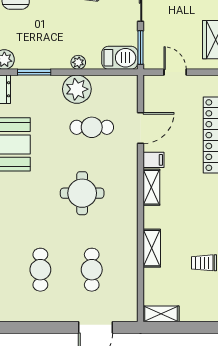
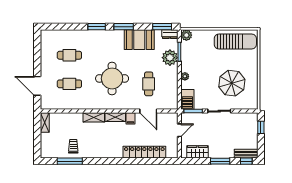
plant: (77, 89) -> (170, 58), moved
round table: (82, 193) -> (112, 78), width x1.36, depth x1.36
shelving: (152, 248) -> (94, 117), moved

